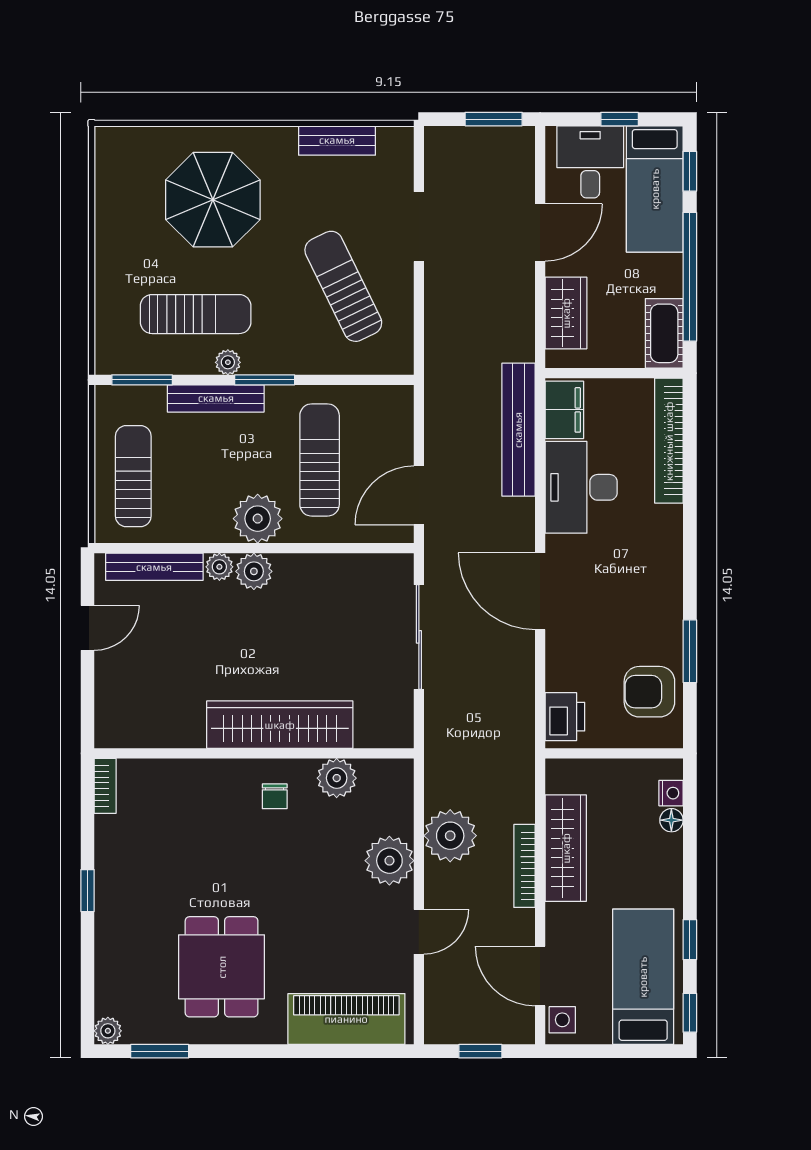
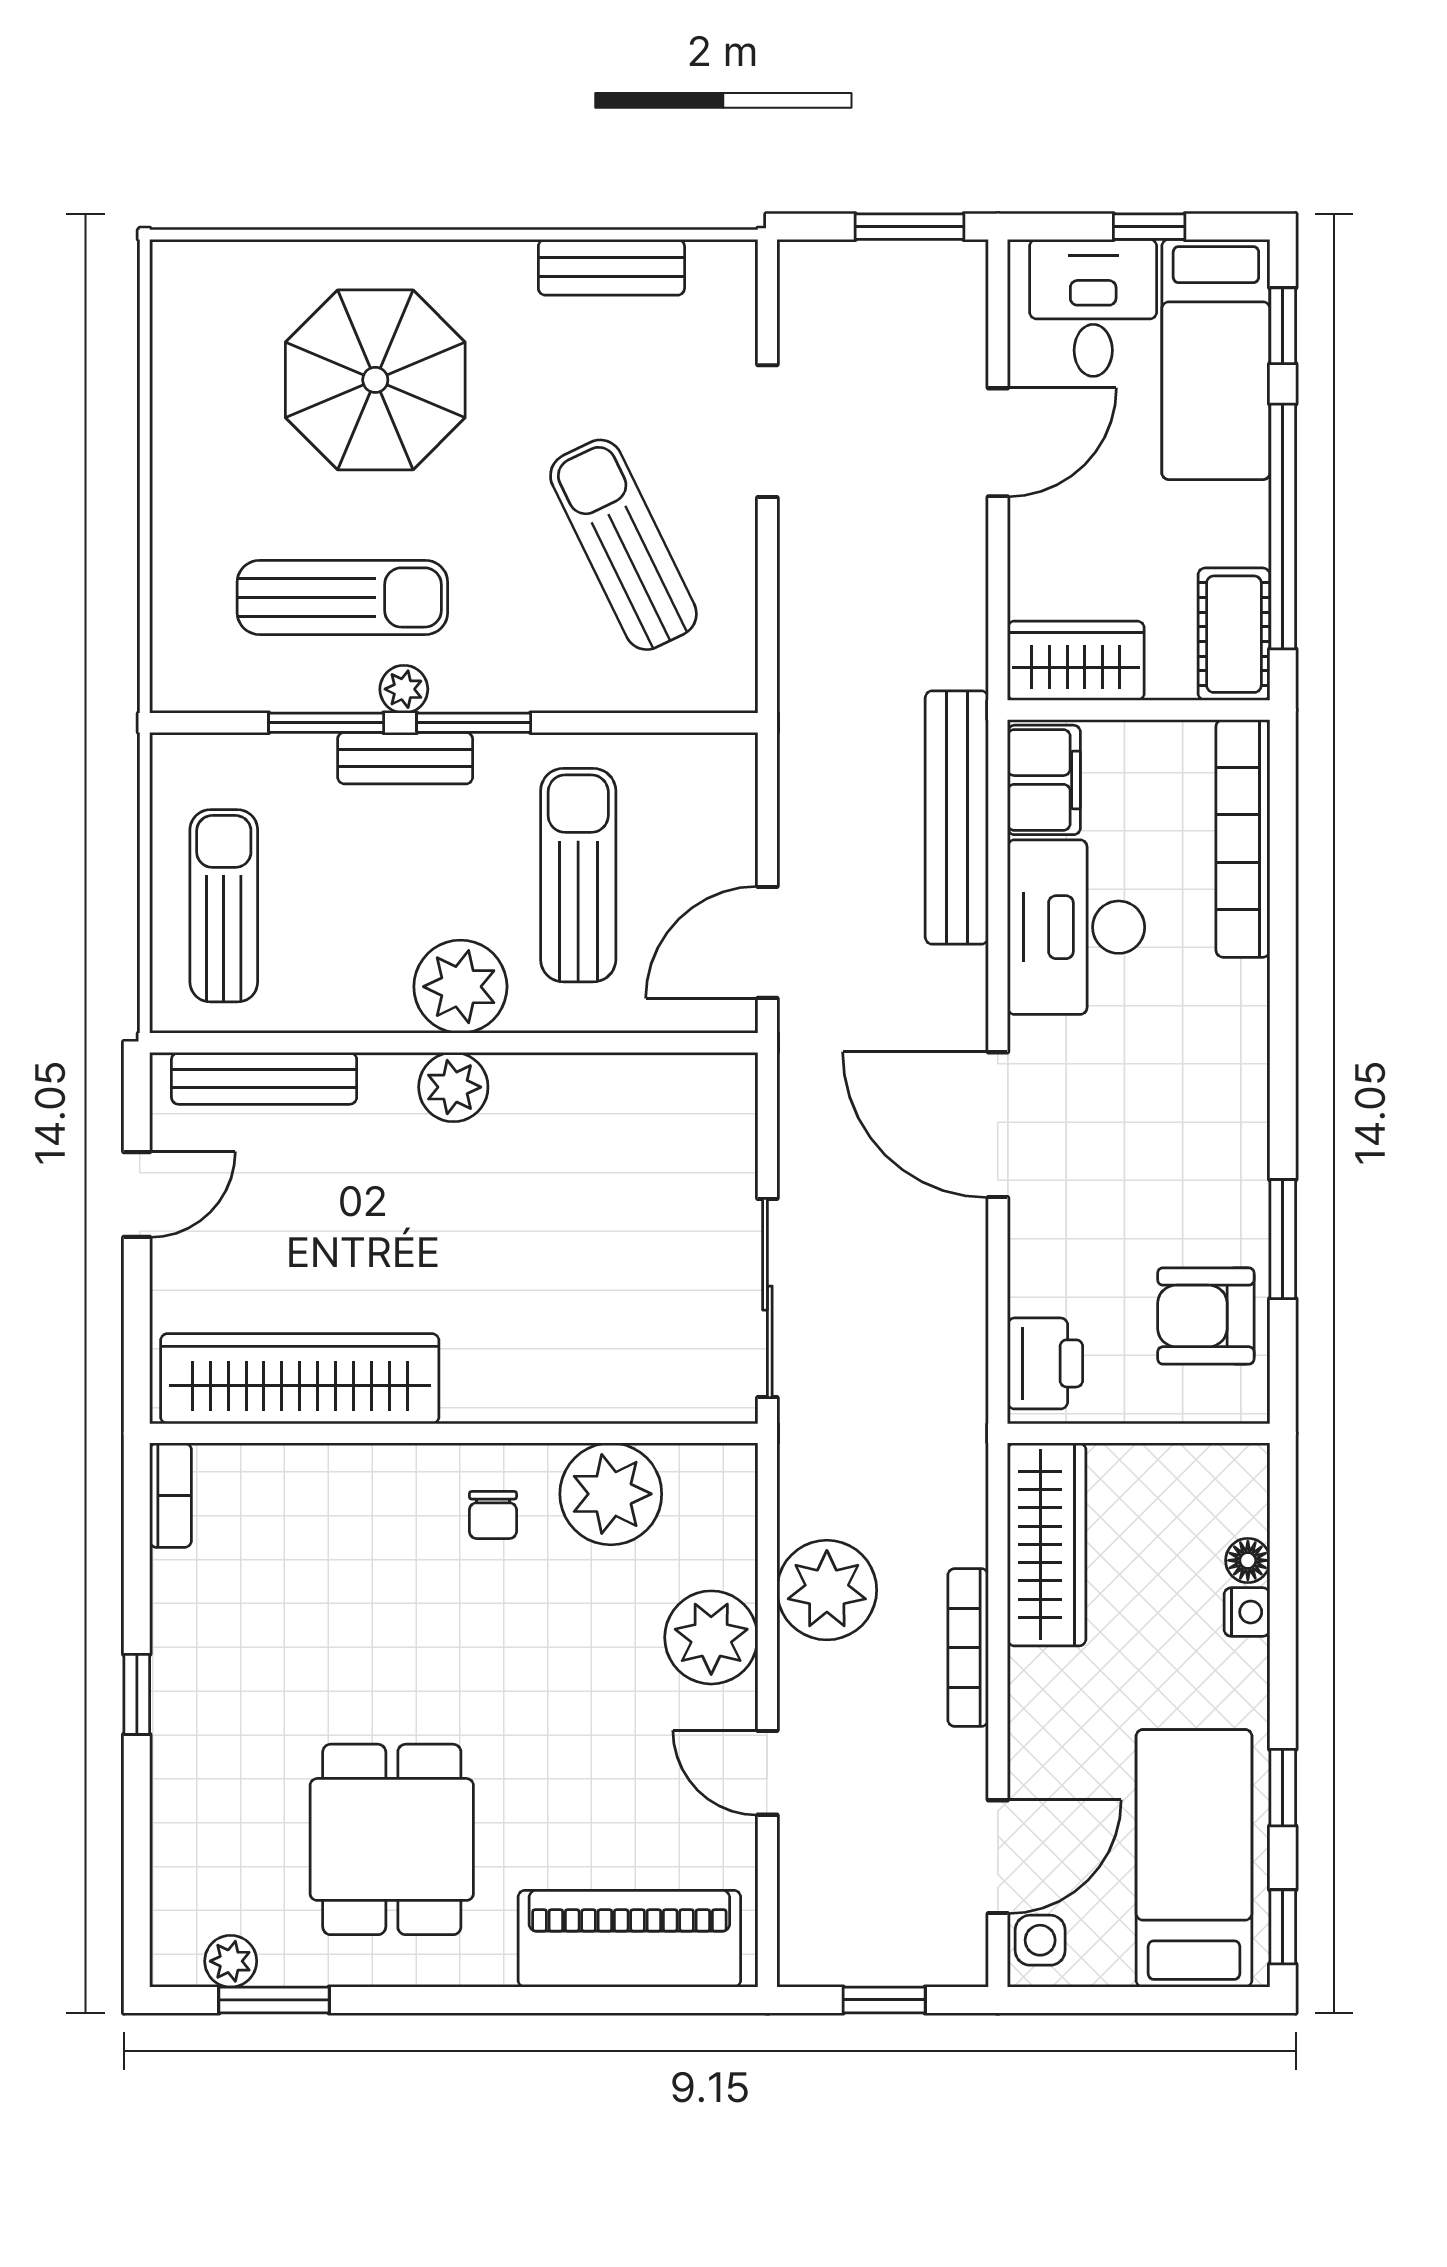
wardrobe: (566, 313) -> (1076, 661), moved, turned -90
window: (142, 380) -> (326, 723), moved
bench: (216, 398) -> (405, 758), width x0.73
plant: (219, 567) -> (388, 1078), removed
sliding door: (419, 637) -> (767, 1298), moved
wardrobe: (280, 725) -> (300, 1379), moved
plant: (337, 778) -> (611, 1494), width x1.36, depth x1.36
nightstand: (671, 793) -> (1247, 1612), moved
wardrobe: (566, 848) -> (1047, 1544), moved
door: (419, 932) -> (767, 1773), swing flipped
door: (540, 976) -> (998, 1857), swing flipped
plant: (108, 1031) -> (231, 1961), moved

